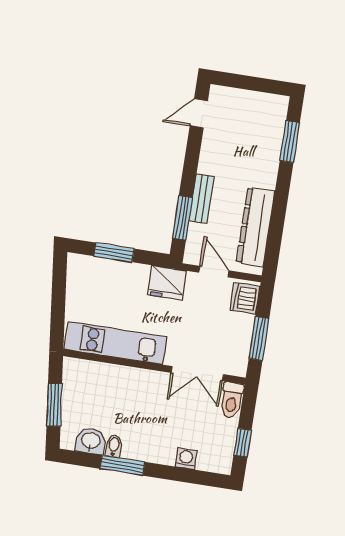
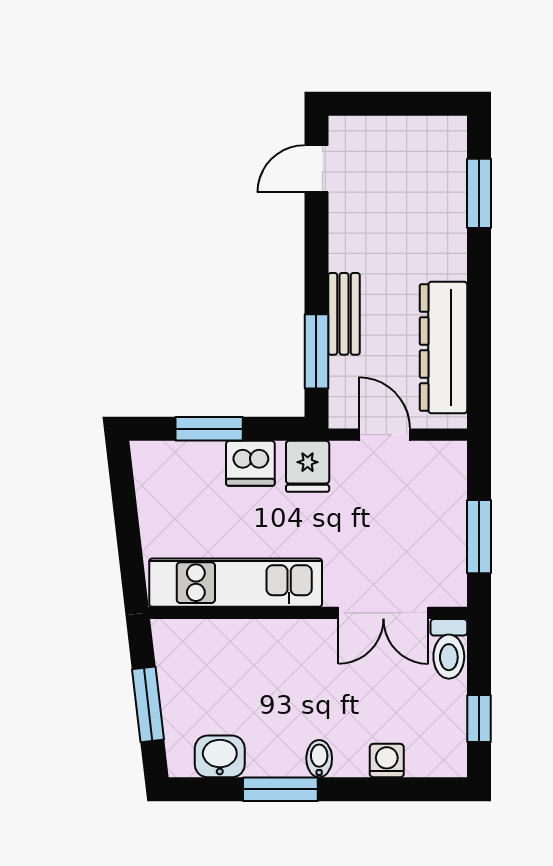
fridge: (167, 283) -> (308, 466), width x0.72
dishwasher: (245, 298) -> (250, 463), moved, turned -90
bidet: (114, 446) -> (319, 759), moved

